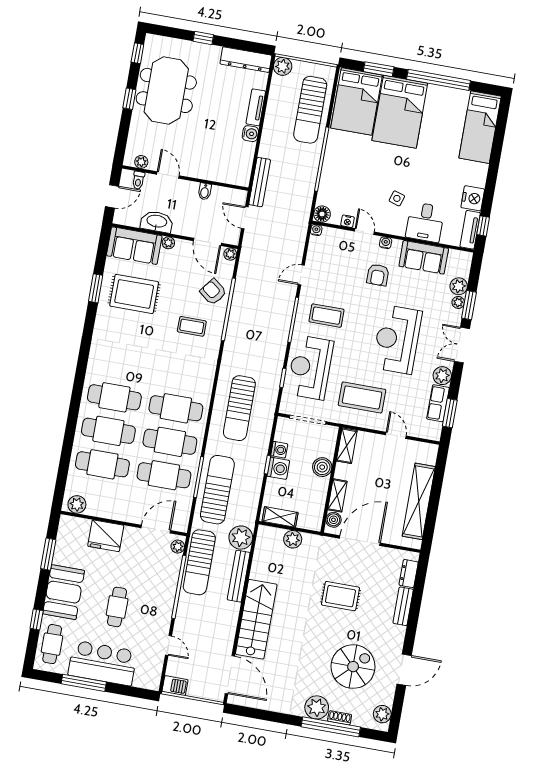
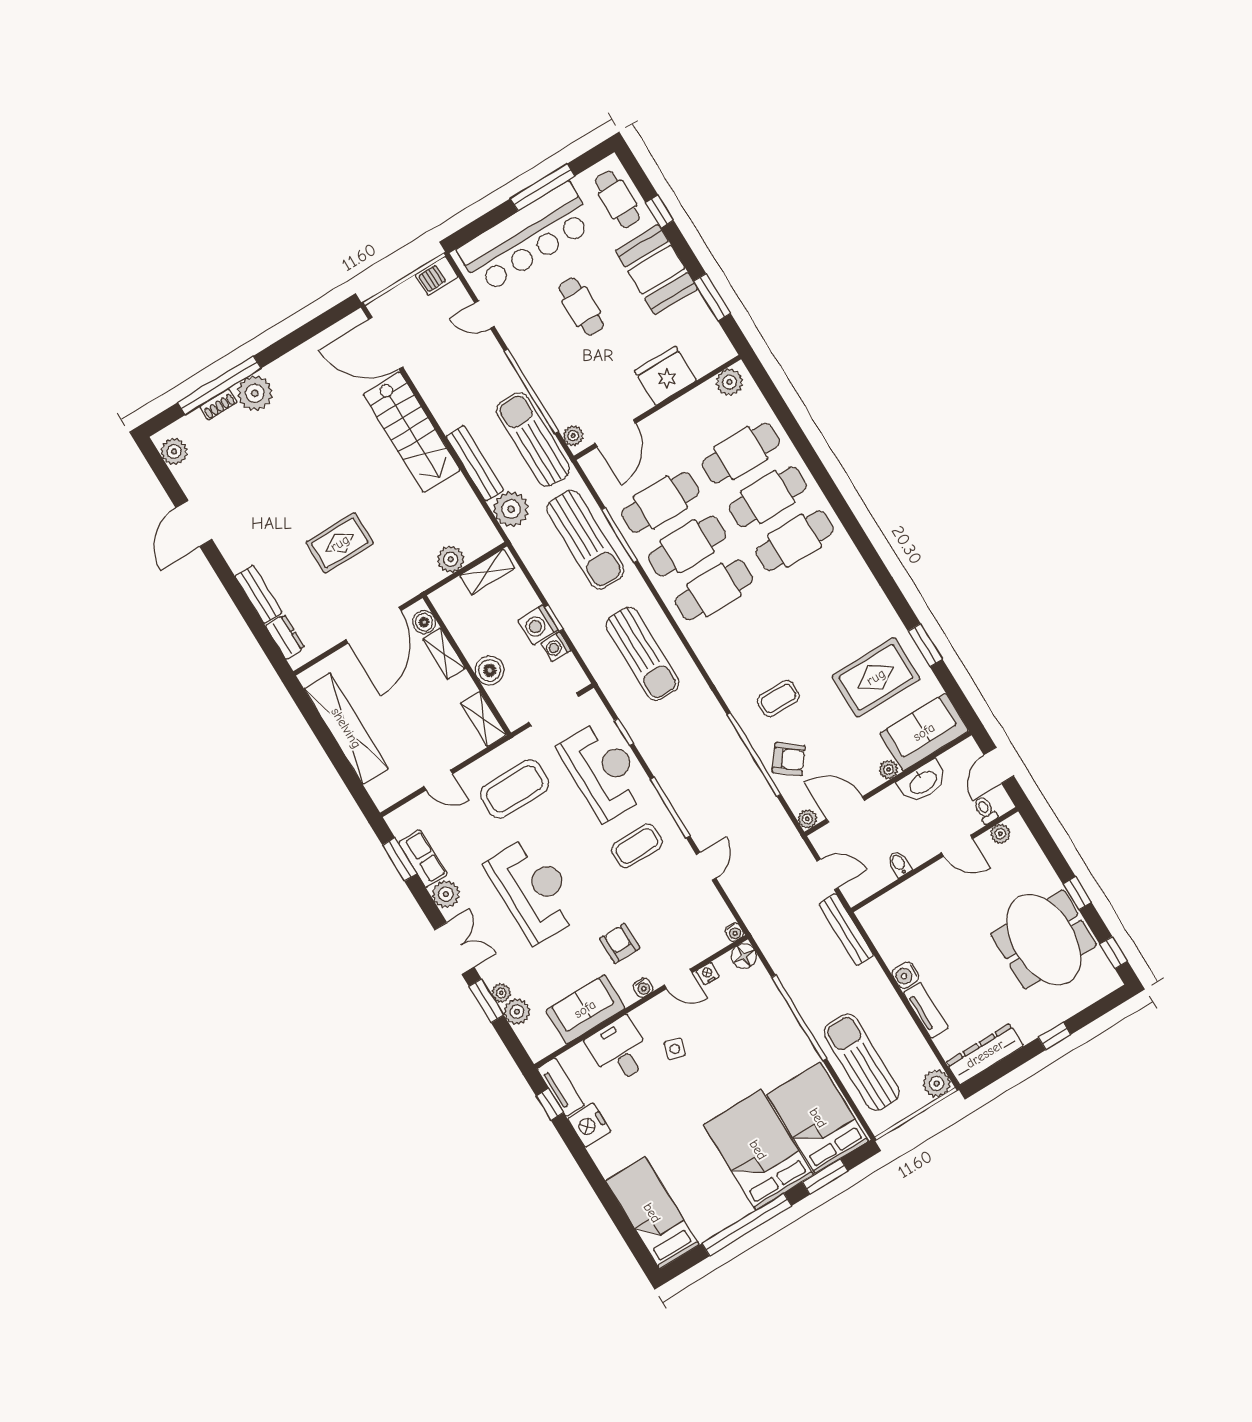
sun lounger: (239, 408) -> (642, 654), turned 180
bar counter: (103, 663) -> (526, 238), width x1.36
spiral stairs: (353, 667) -> (255, 476), removed

